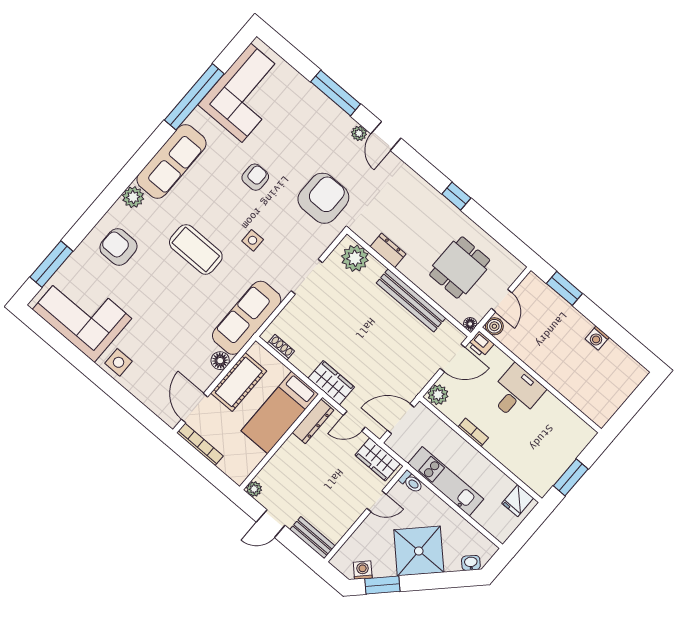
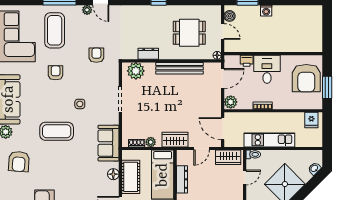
coffee table: (298, 124) -> (55, 30), added
armchair: (323, 198) -> (96, 55), width x0.53, depth x0.53
armchair: (118, 247) -> (19, 161), turned -86
dining table: (460, 267) -> (189, 33), turned 90
sofa: (247, 318) -> (108, 143), width x0.73
boiler: (494, 326) -> (230, 16), moved
washing machine: (597, 338) -> (266, 11), moved
printer: (481, 344) -> (247, 61), moved
plant: (299, 360) -> (151, 142), added
door: (401, 419) -> (223, 129), hinge flipped
dresser: (313, 421) -> (182, 179), moved
armchair: (555, 444) -> (306, 78), added

